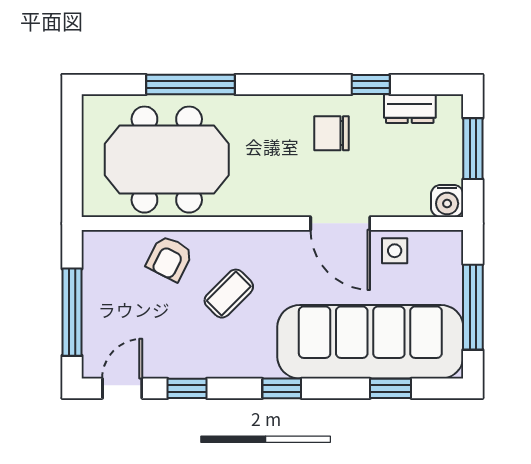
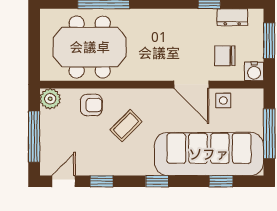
chair: (332, 133) -> (225, 56), moved
plant: (99, 248) -> (50, 99), added
armchair: (170, 258) -> (91, 105), turned -117

